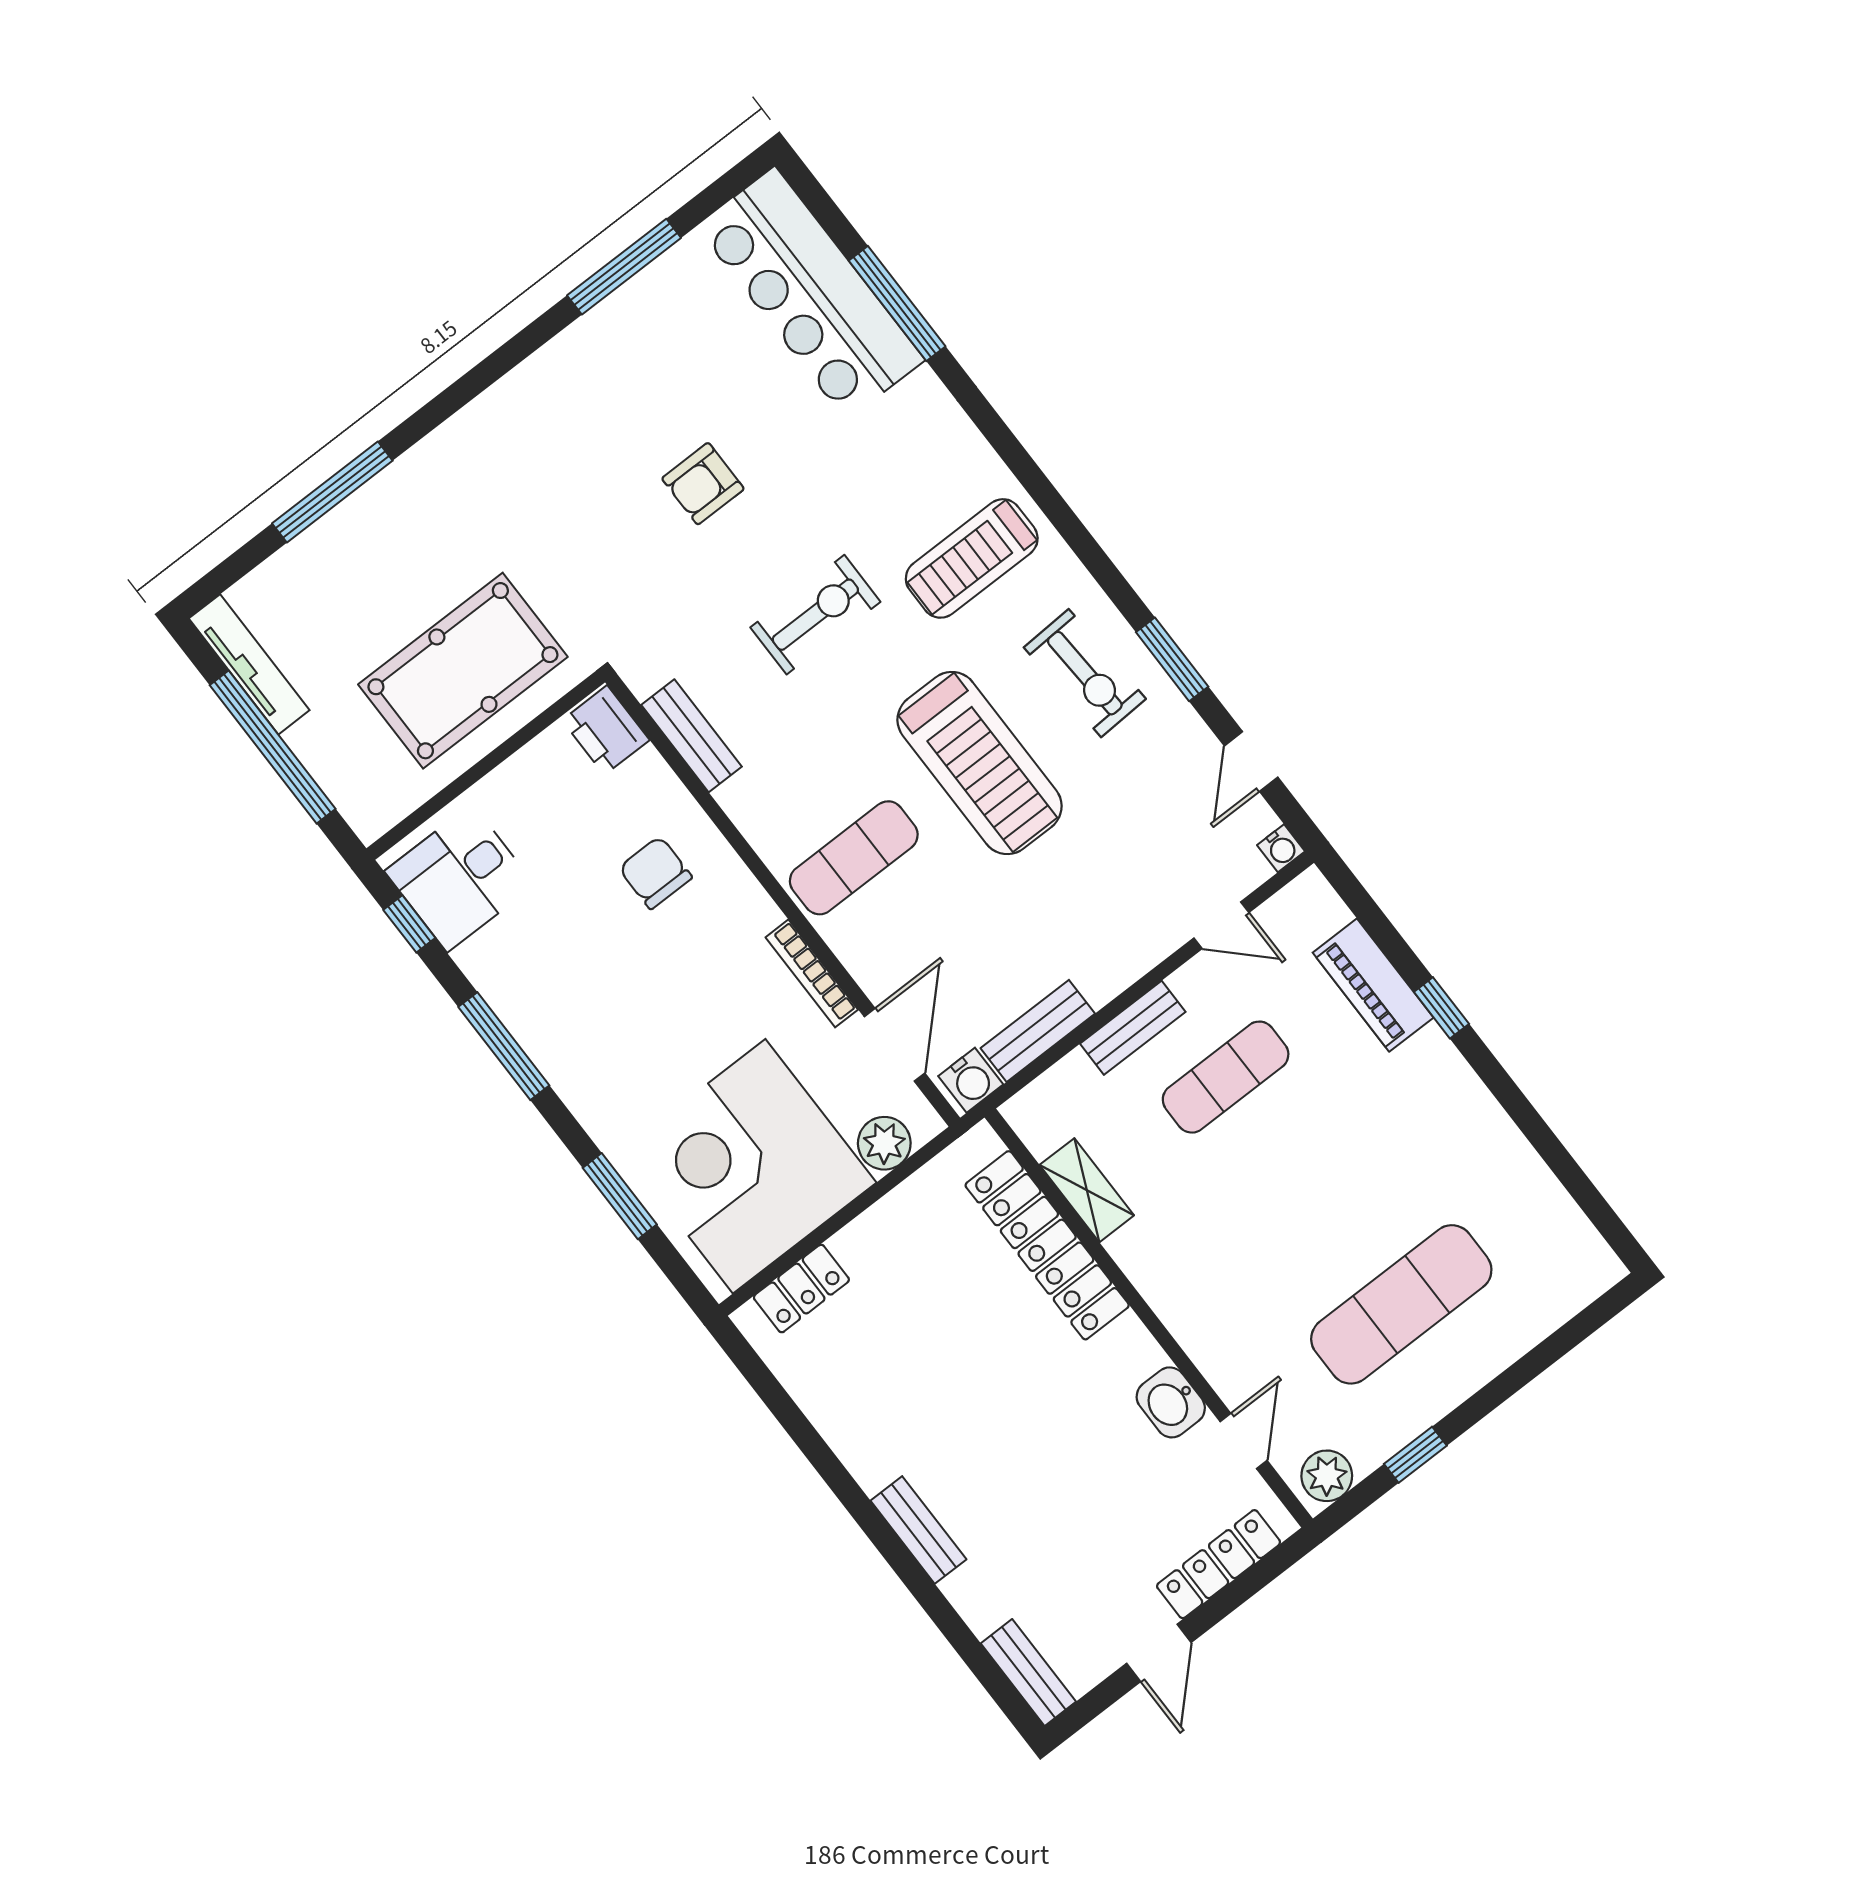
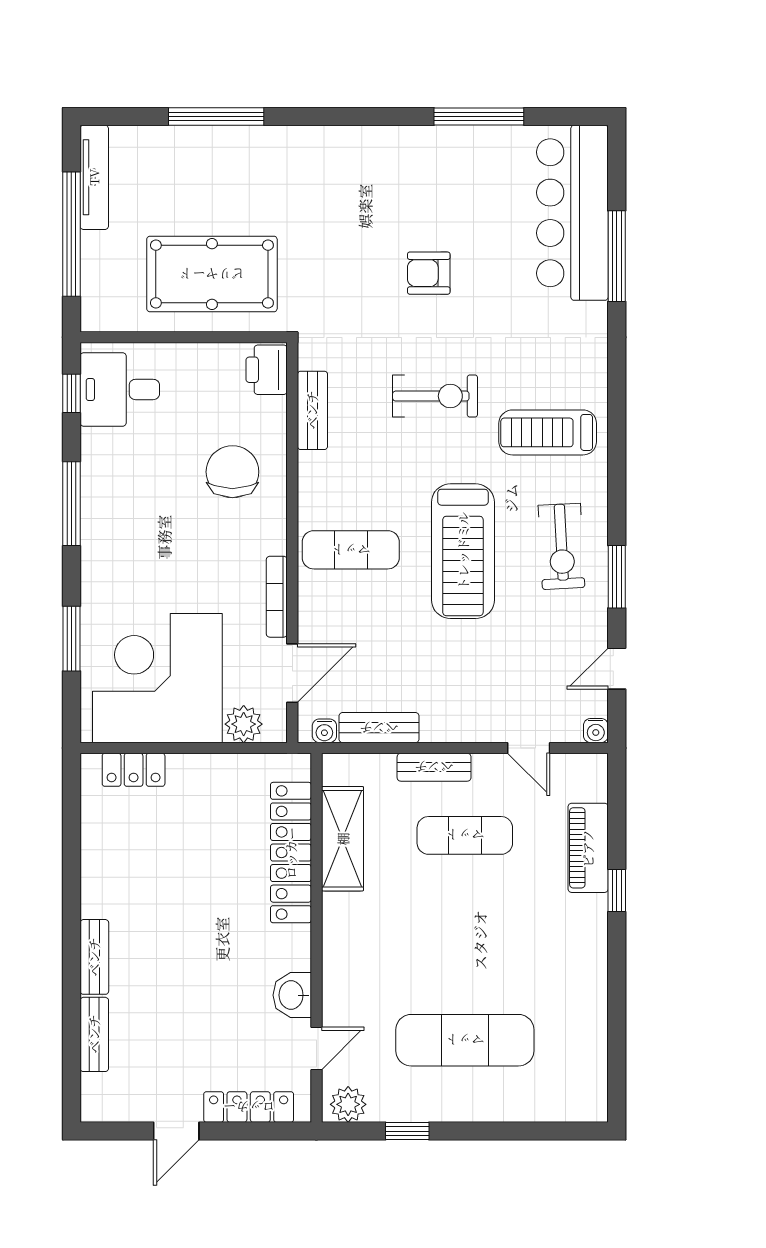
chair: (655, 873) -> (232, 472), width x1.37, depth x1.37
water cooler: (971, 1080) -> (324, 731), width x0.72, depth x0.72
shelving: (1087, 1190) -> (343, 839), width x1.50, depth x1.33
bench: (1028, 1672) -> (94, 1034), moved

